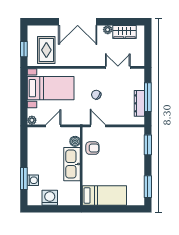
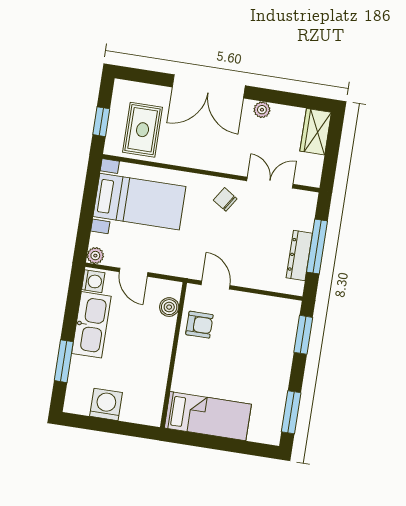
wardrobe: (125, 32) -> (316, 132), moved, turned 90
chair: (96, 95) -> (225, 199), moved
door: (53, 126) -> (134, 272), swing flipped
kitchen sink: (72, 164) -> (91, 325), moved, turned 180
washing machine: (33, 180) -> (93, 281), moved

